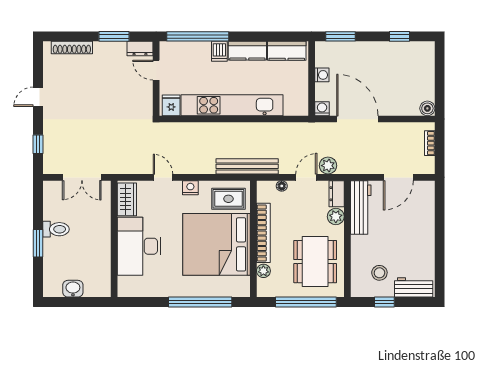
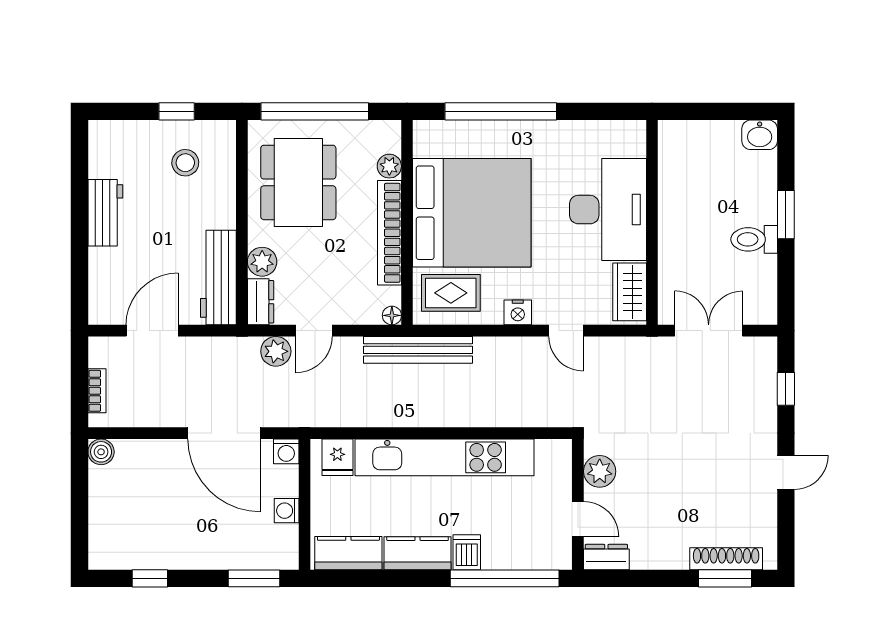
window: (114, 36) -> (725, 578), moved
plant: (144, 97) -> (600, 471), added
fridge: (171, 105) -> (337, 457), moved
floor lamp: (282, 186) -> (392, 315), moved
workbench: (414, 287) -> (105, 213), moved, turned -90
washbasin: (73, 289) -> (760, 135), moved

